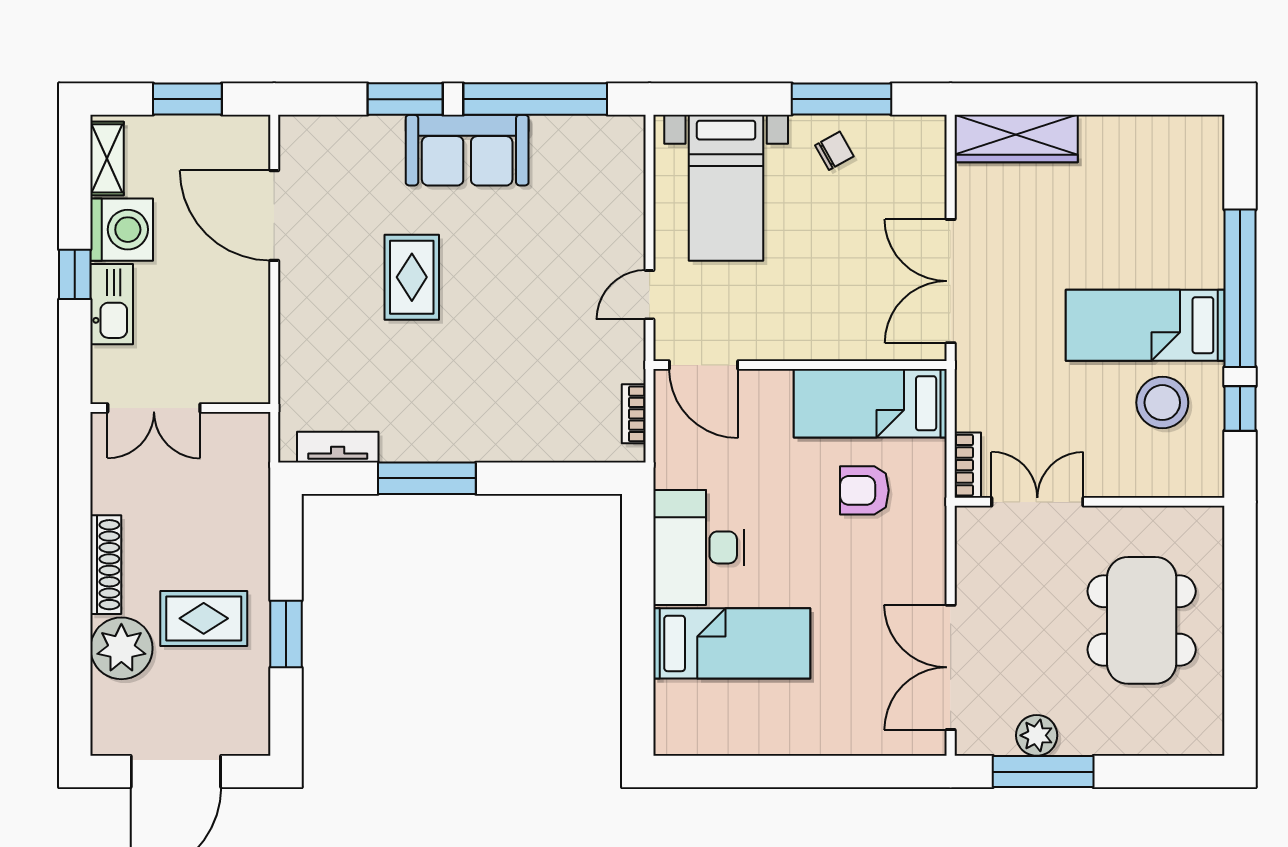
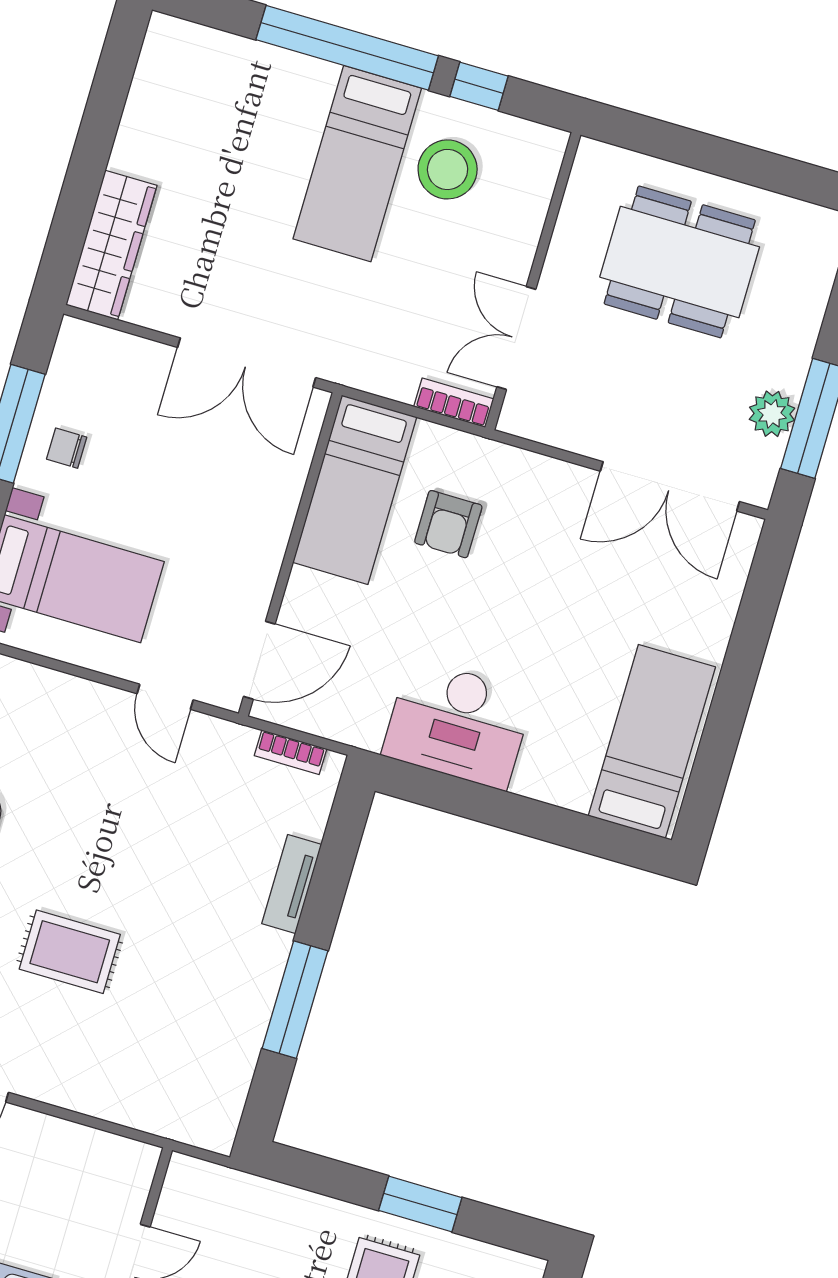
chair: (834, 151) -> (67, 448), turned -61
tv unit: (338, 447) -> (292, 884), moved
bed: (732, 643) -> (652, 741), moved

